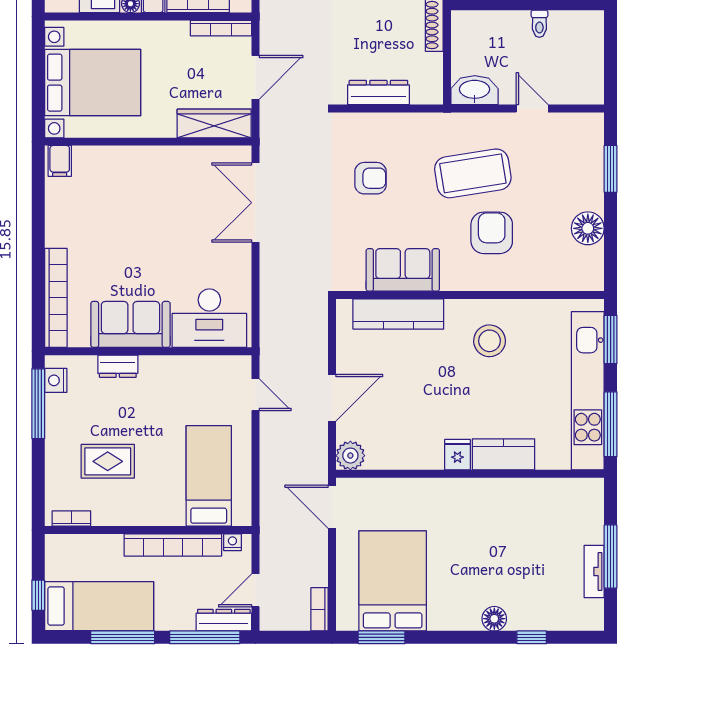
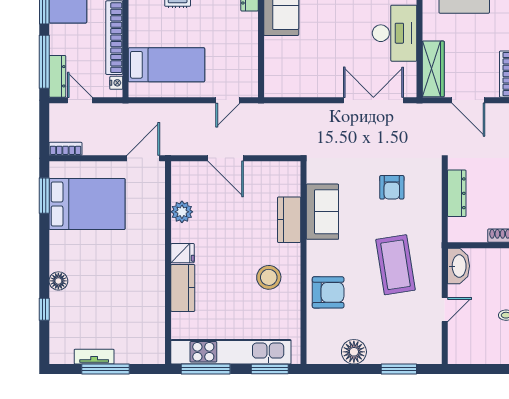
armchair: (492, 233) -> (328, 292), moved
kitchen counter: (398, 314) -> (289, 220), width x0.67
desk: (209, 318) -> (394, 33), moved, turned 180
plant: (350, 456) -> (182, 212), moved

